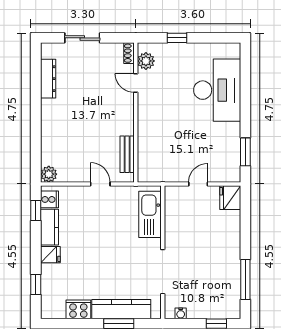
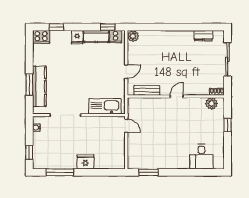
sliding door: (82, 38) -> (227, 59), width x1.37
dresser: (48, 79) -> (203, 36), width x0.70
door: (136, 83) -> (177, 96), moved
desk: (217, 90) -> (201, 157), width x0.53, depth x0.77
door: (198, 184) -> (126, 126), moved
fridge: (230, 198) -> (85, 162), moved
cooker: (78, 309) -> (41, 37), moved, turned 90

